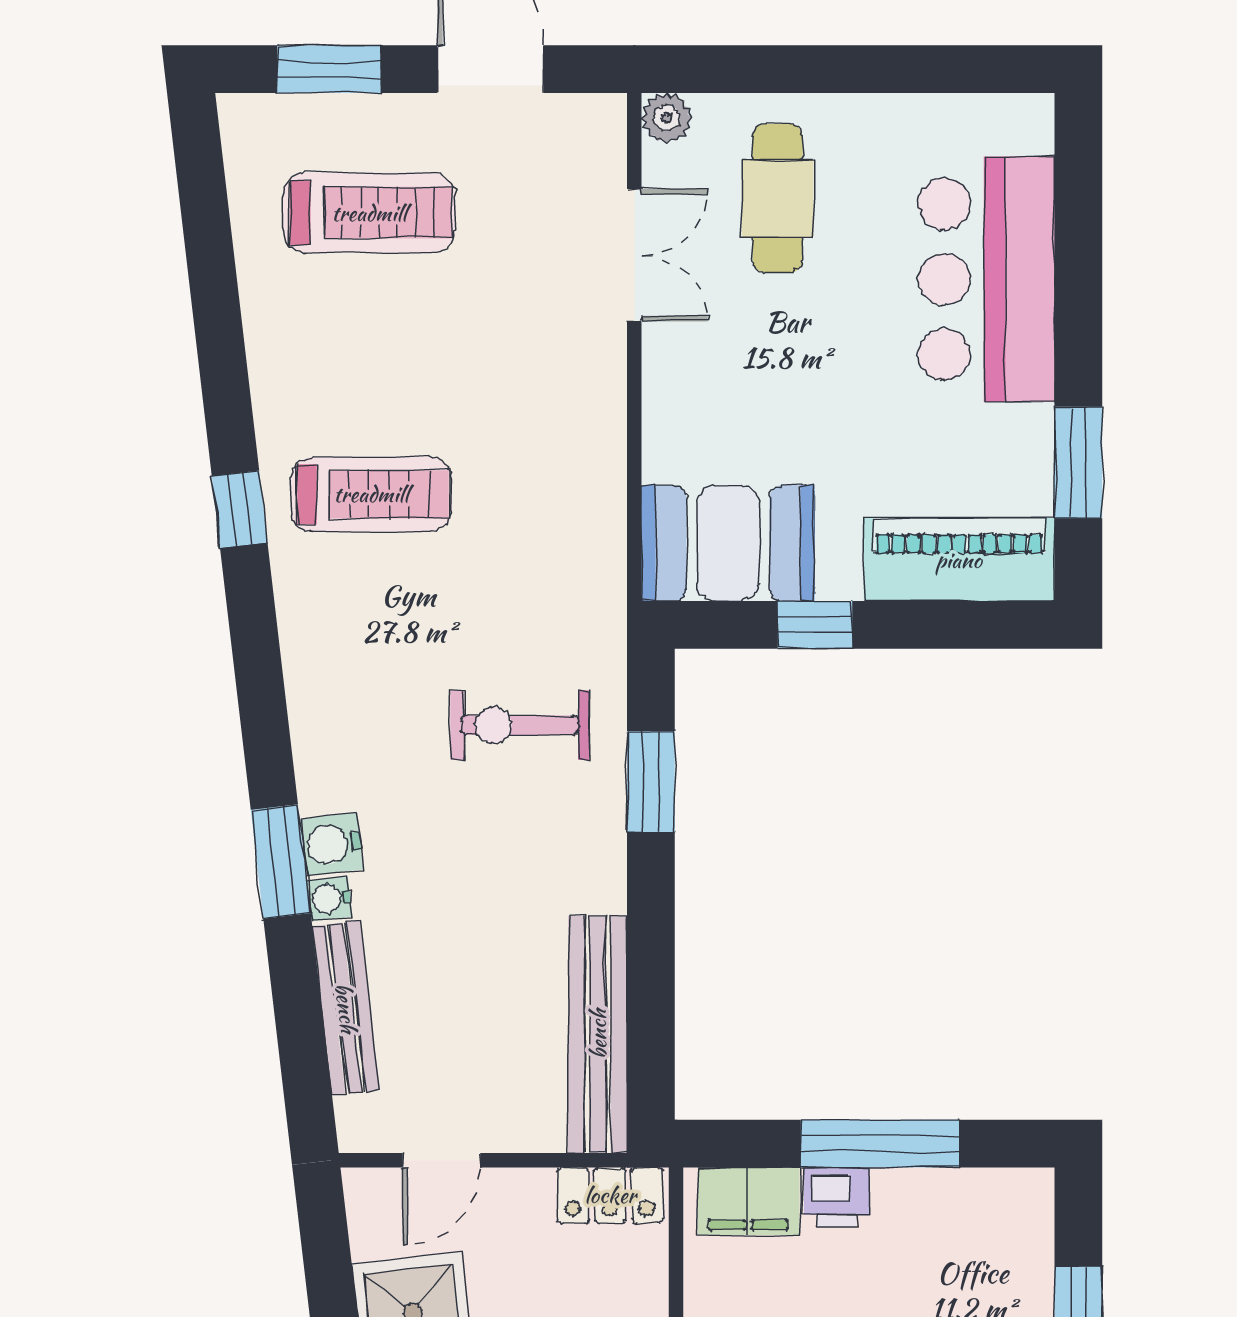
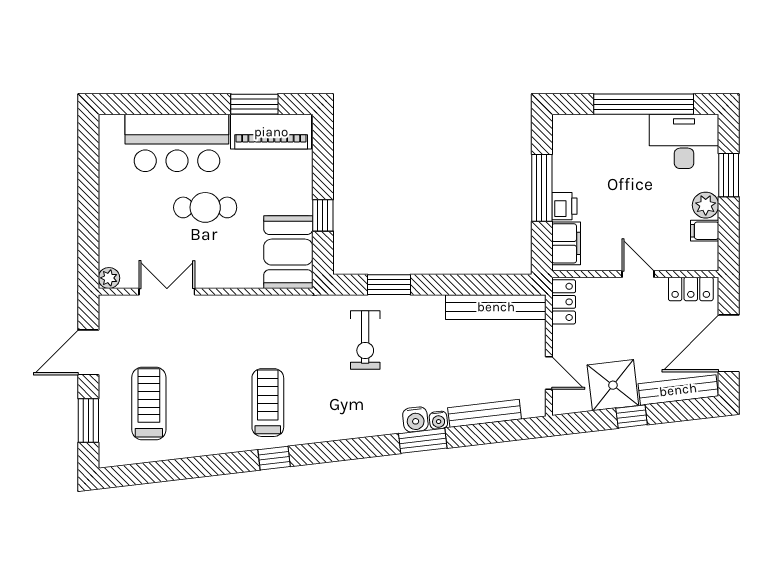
cafe table: (778, 198) -> (205, 207), moved
piano: (959, 560) -> (271, 132), moved, turned -90

